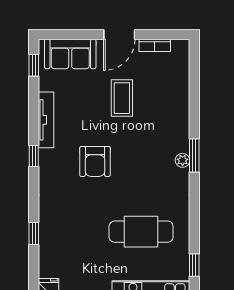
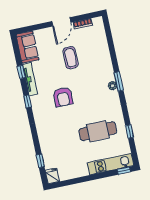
sofa: (70, 54) -> (27, 47), moved, turned -90
window: (34, 65) -> (21, 72), moved
window: (34, 234) -> (40, 161), moved
window: (194, 265) -> (129, 132), moved

